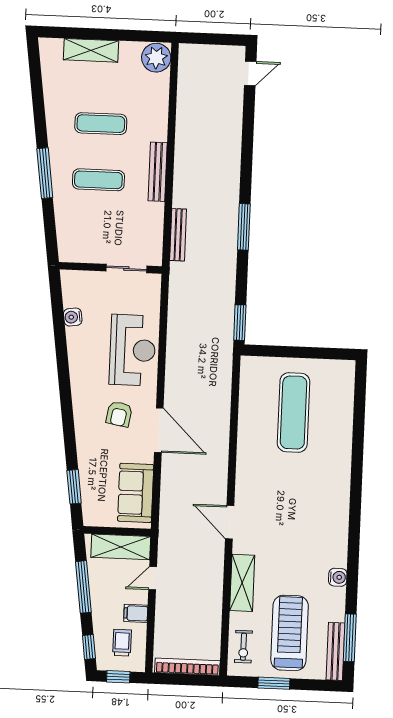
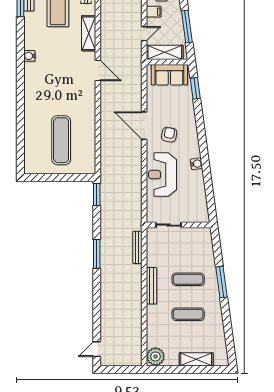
water cooler: (73, 317) -> (196, 164), moved
sofa: (136, 493) -> (169, 75), moved, turned 90
water cooler: (338, 577) -> (29, 56), moved

